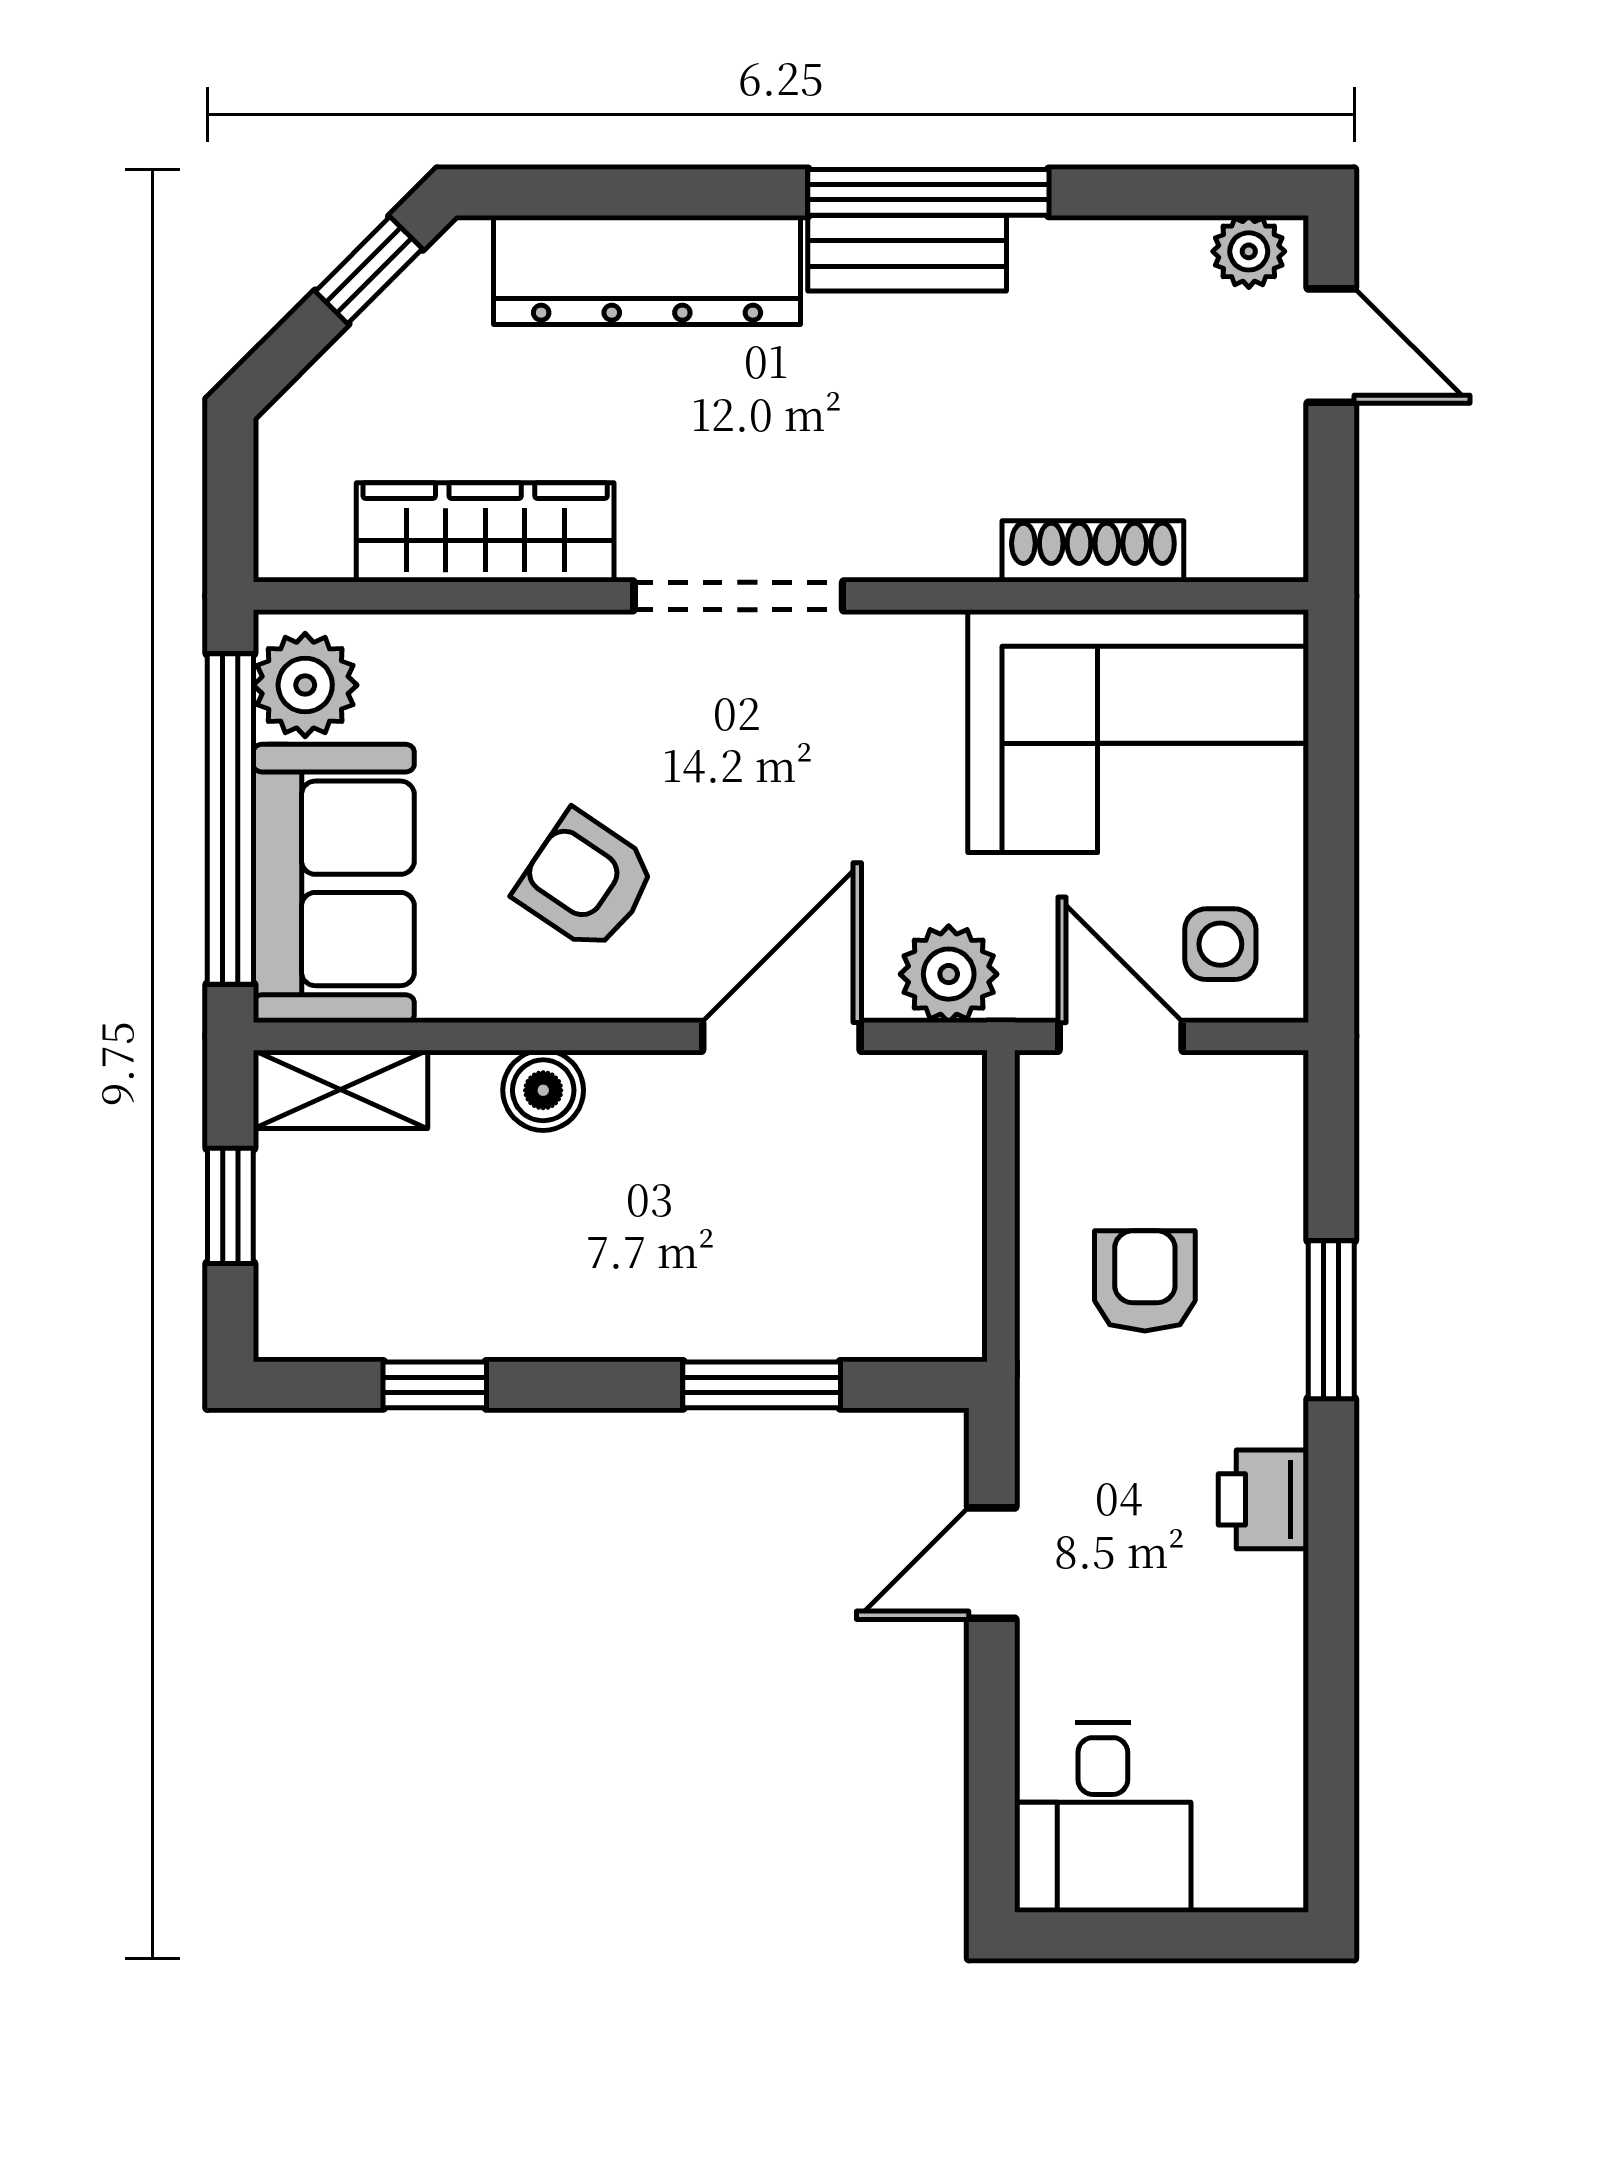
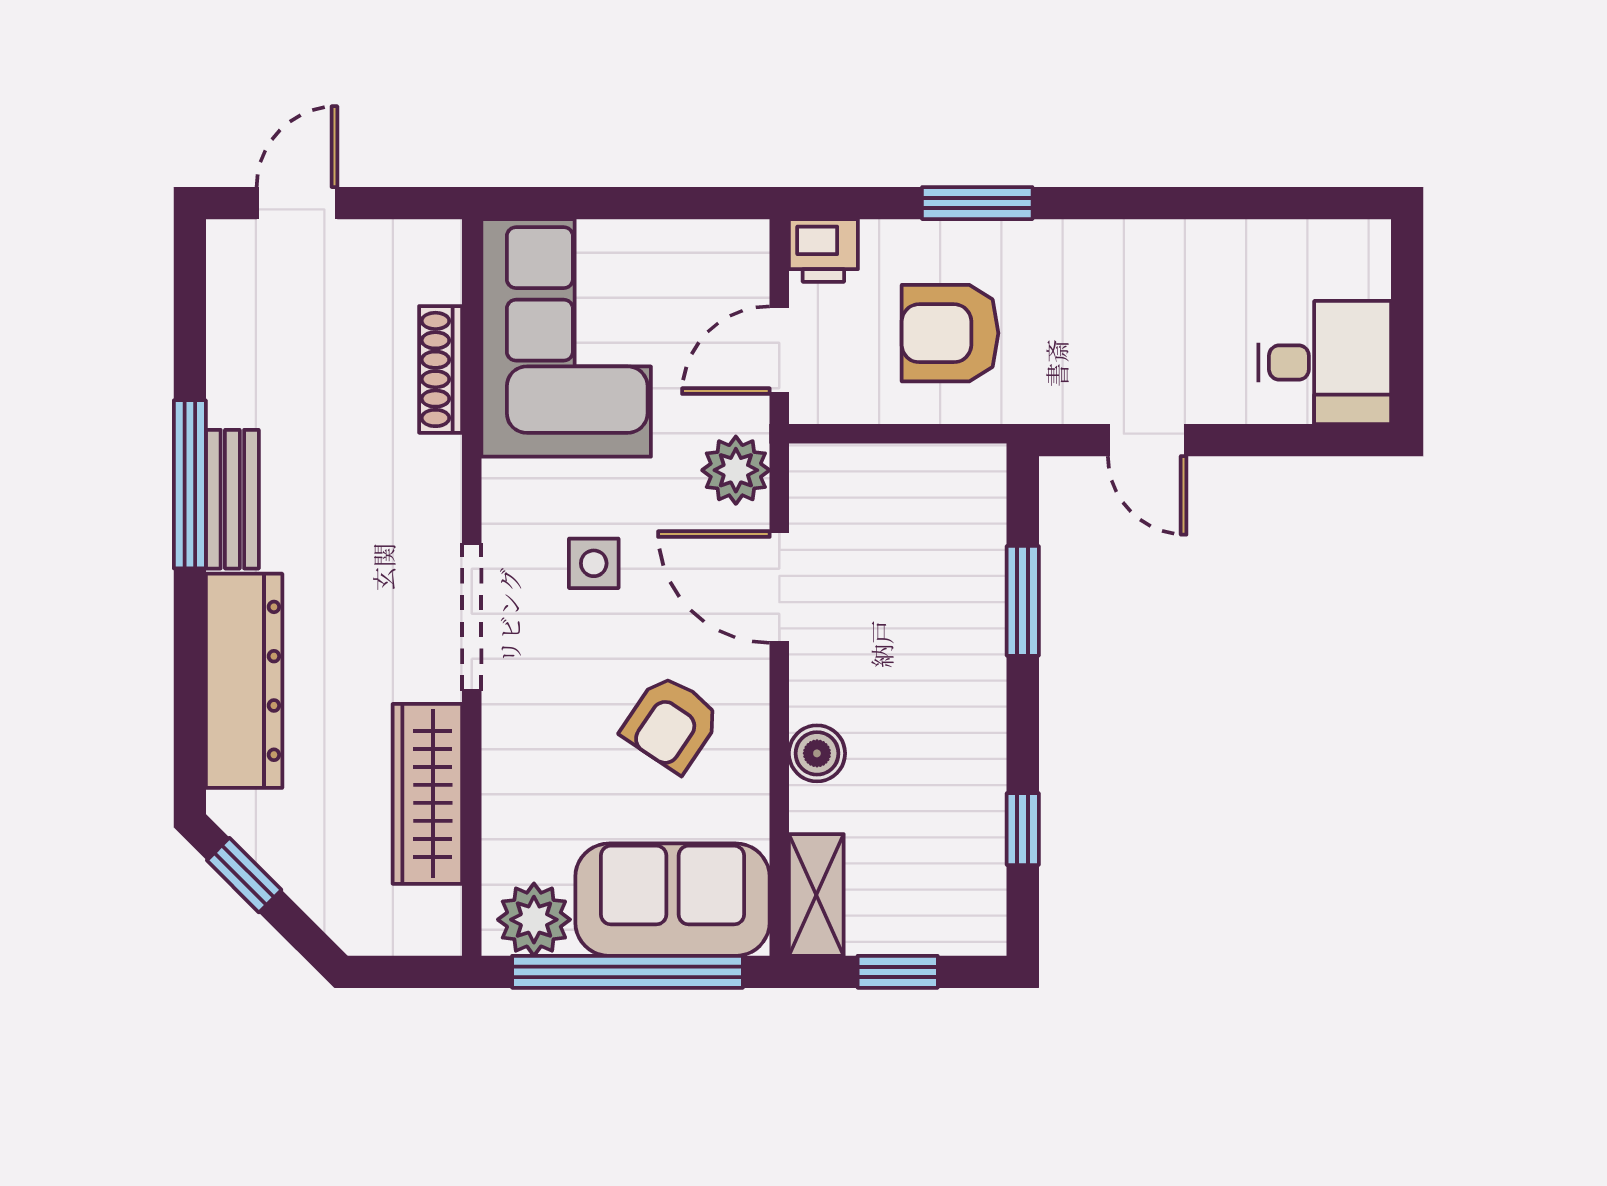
plant: (1249, 251) -> (231, 261), removed
side table: (1220, 944) -> (594, 563), moved
armchair: (1145, 1281) -> (950, 333), width x1.38, depth x1.38
printer: (1263, 1499) -> (823, 250), moved

